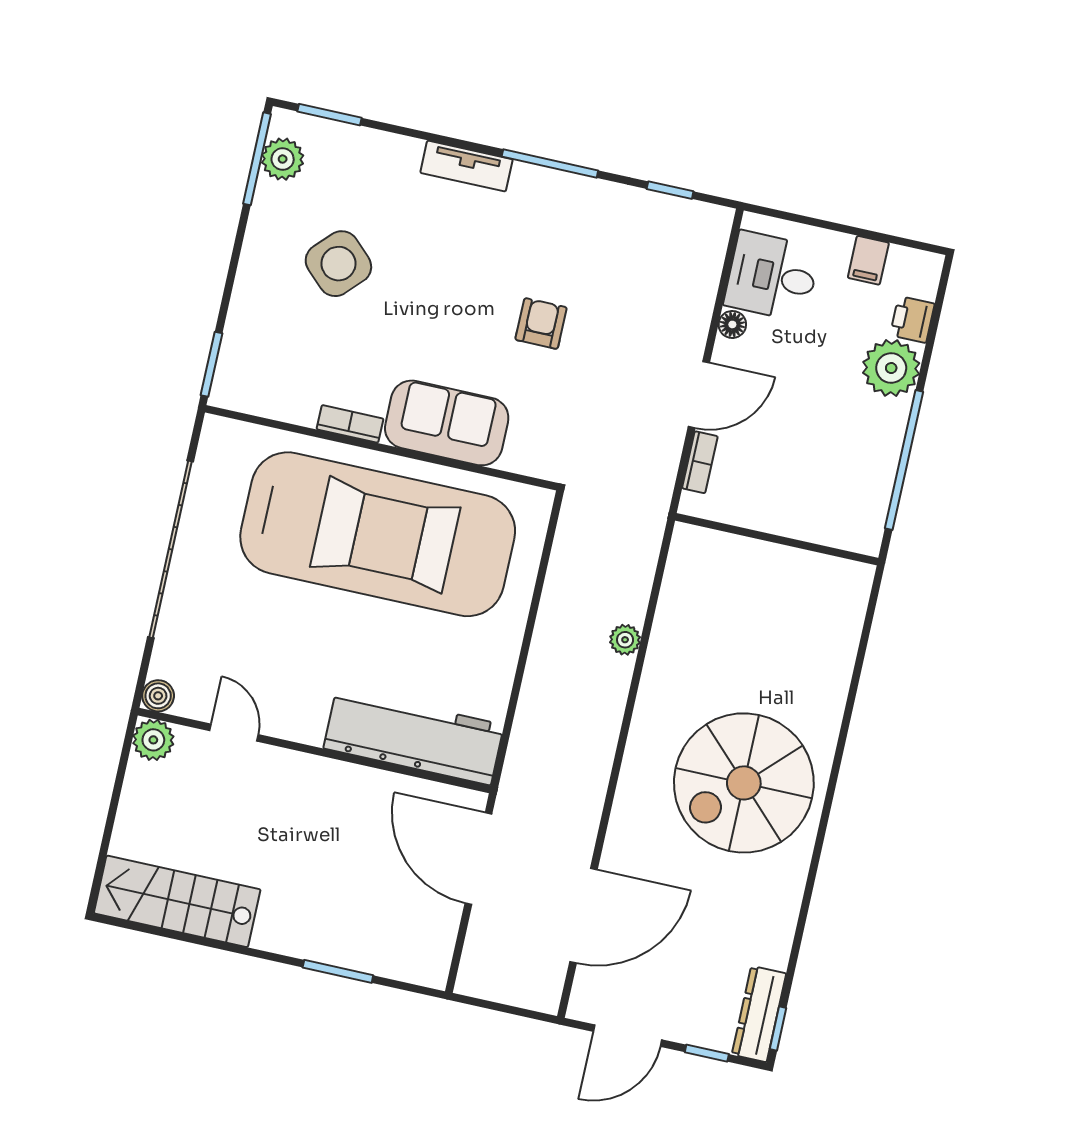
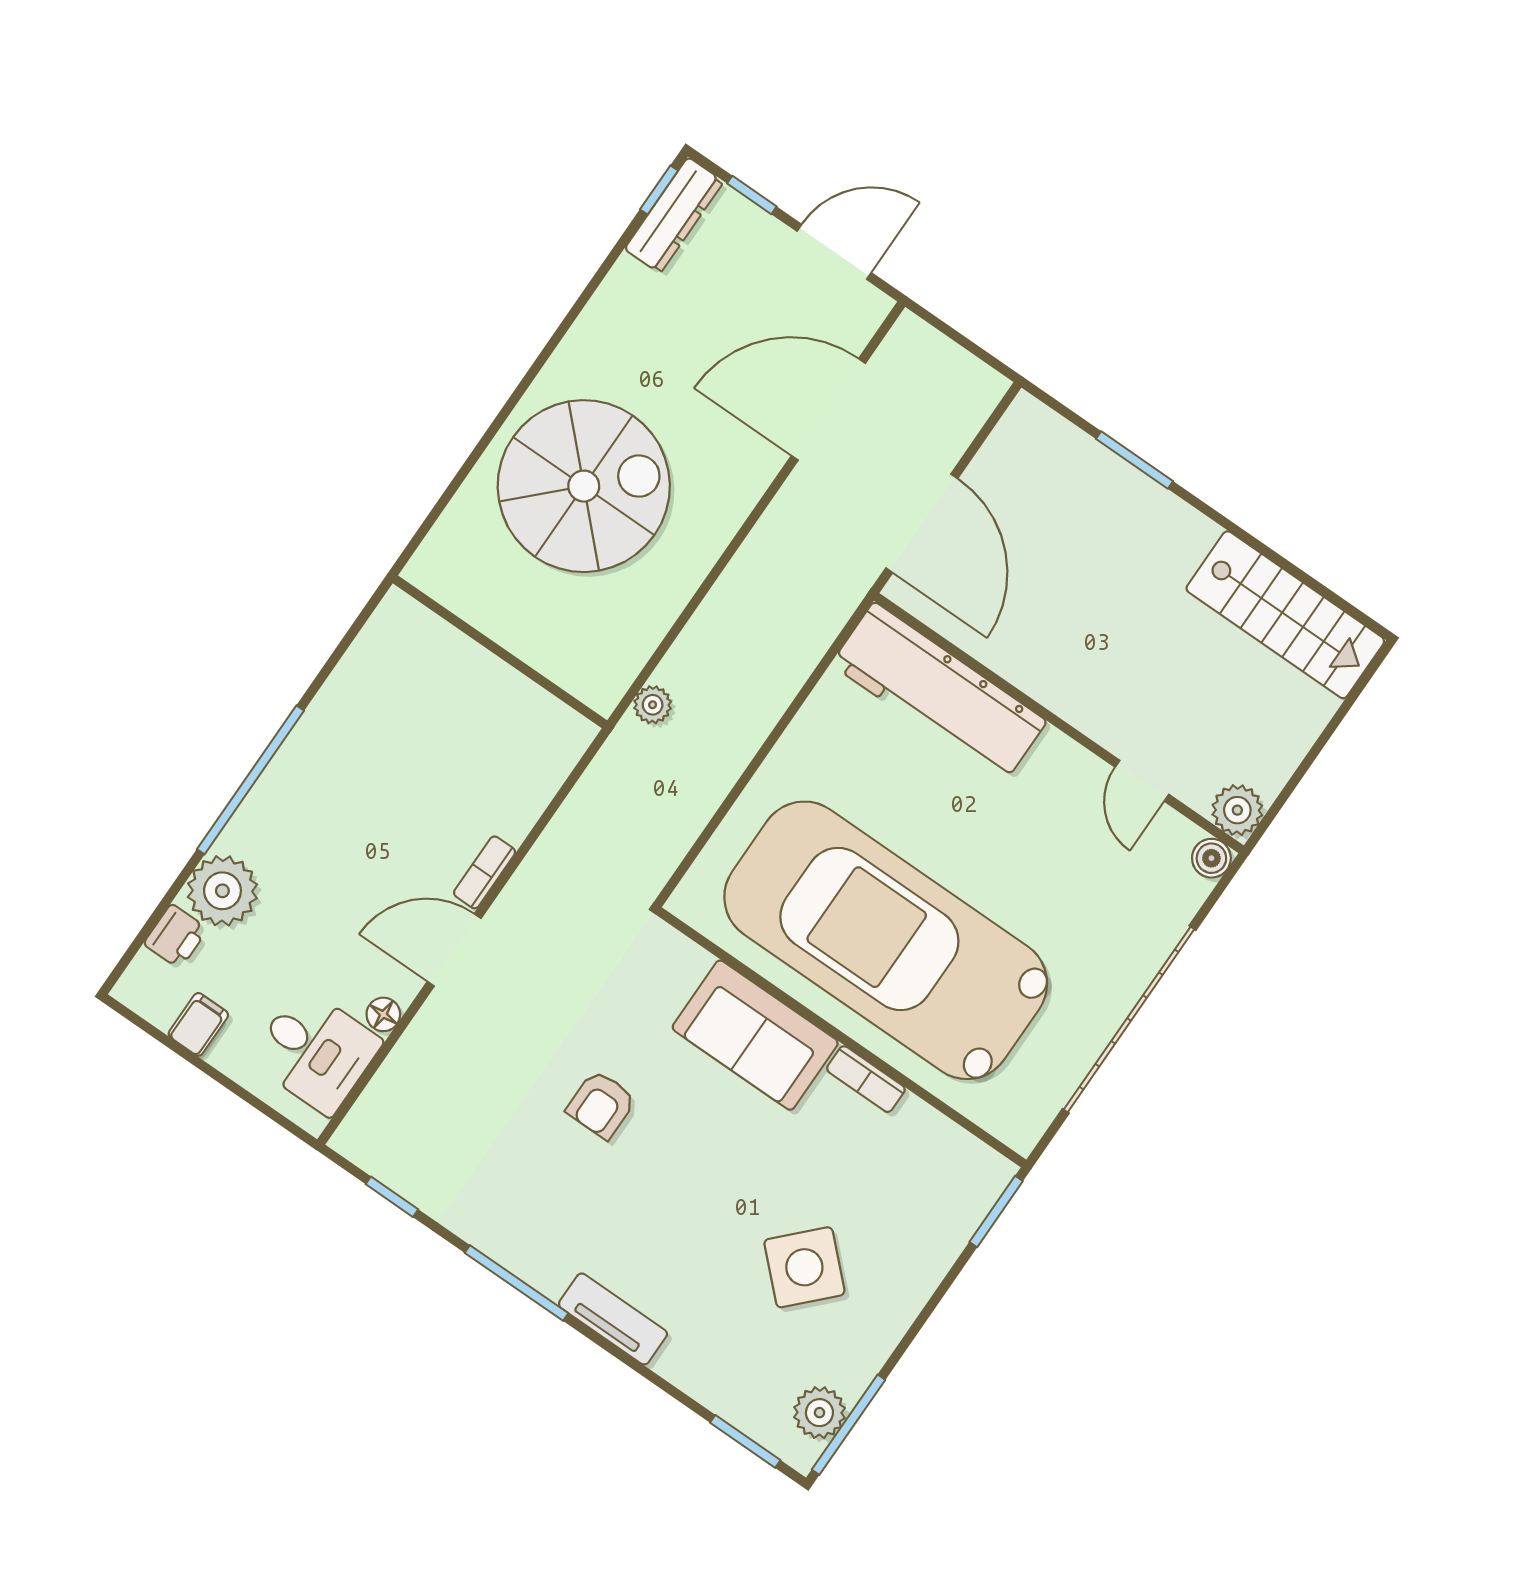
wall: (777, 539) -> (500, 652), moved

